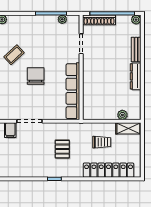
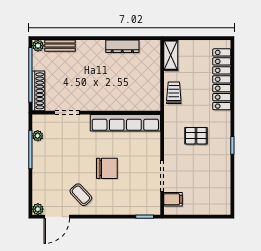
bench: (136, 49) -> (60, 46), moved
chair: (36, 76) -> (107, 168), turned 180
dresser: (136, 76) -> (122, 46), moved
plant: (122, 115) -> (154, 62), removed
trolley: (102, 142) -> (174, 93), moved

